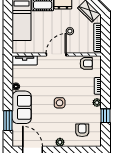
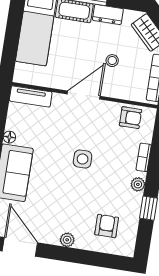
side table: (60, 103) -> (83, 159), moved

